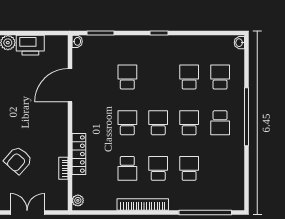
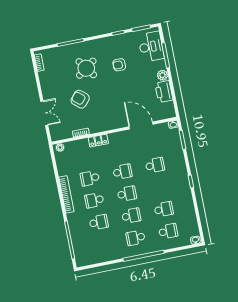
locker: (79, 154) -> (98, 141), width x0.66
school desk: (158, 168) -> (94, 200), turned 180

